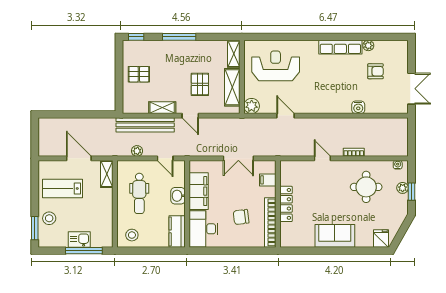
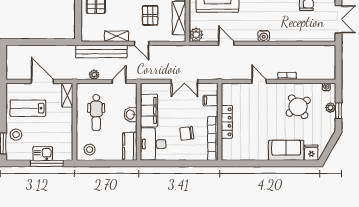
water cooler: (358, 107) -> (264, 36), moved
door: (165, 158) -> (119, 81), swing flipped
round table: (366, 187) -> (298, 107), turned -36
sofa: (335, 236) -> (286, 150), moved

